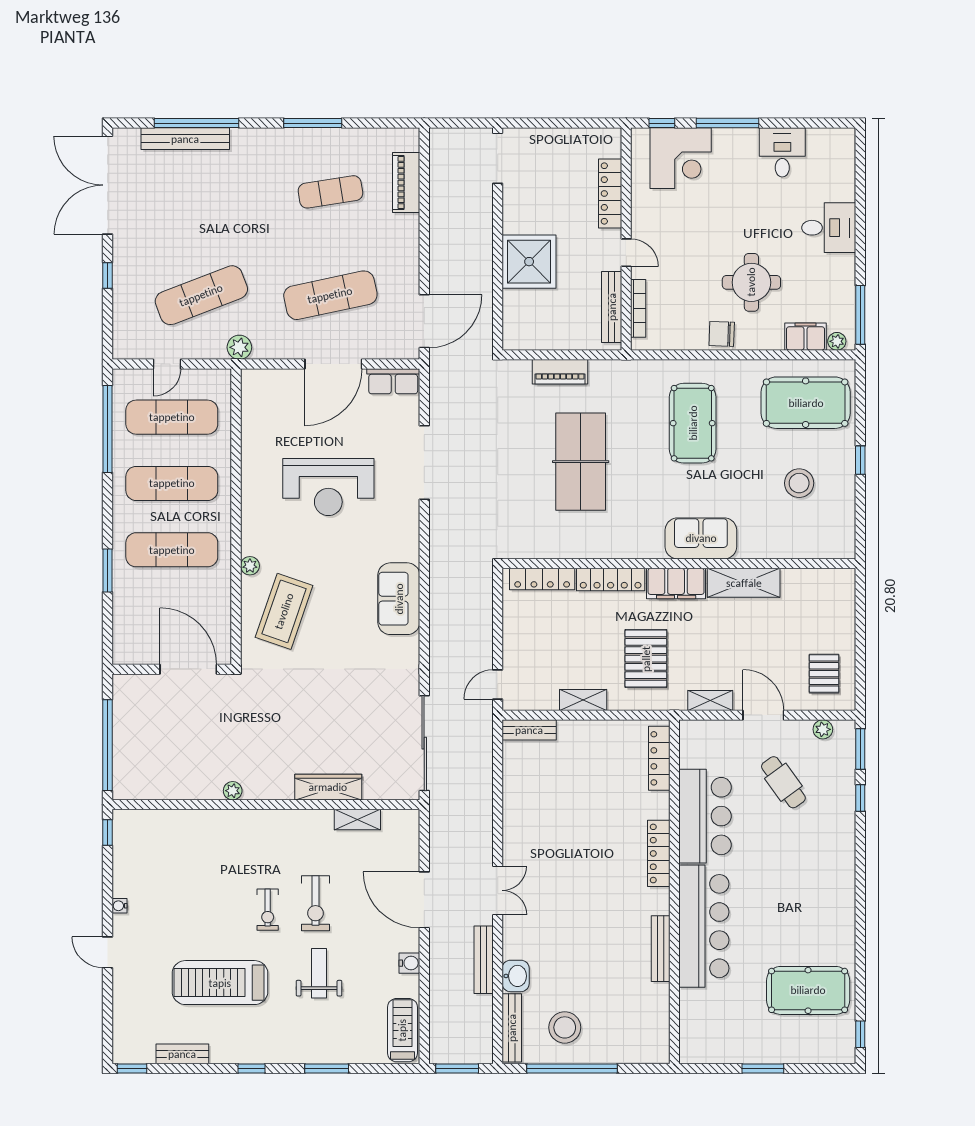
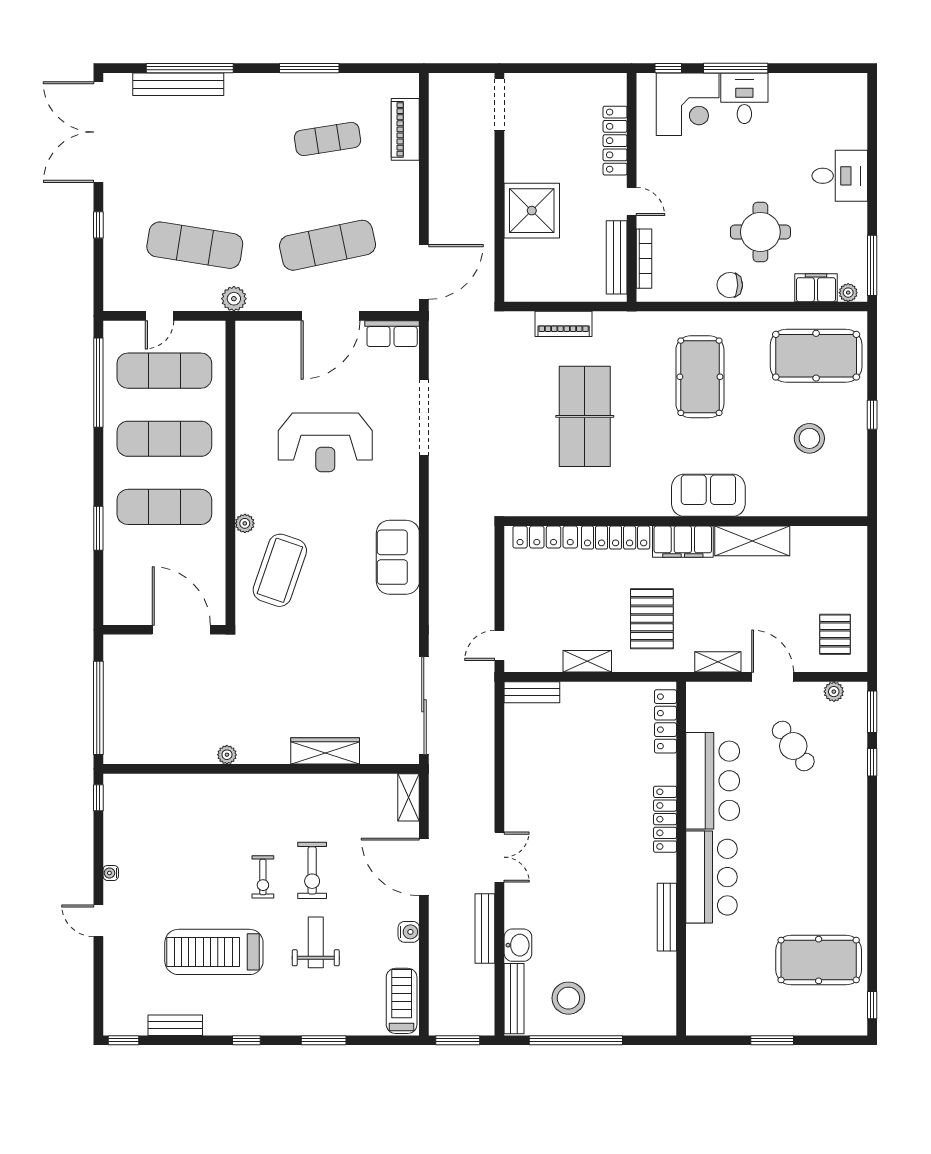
desk: (782, 152) -> (744, 98), moved
exercise mat: (201, 295) -> (195, 245), turned 30
shelving: (357, 820) -> (409, 797), moved, turned 90
bar counter: (704, 926) -> (711, 877), width x0.73

